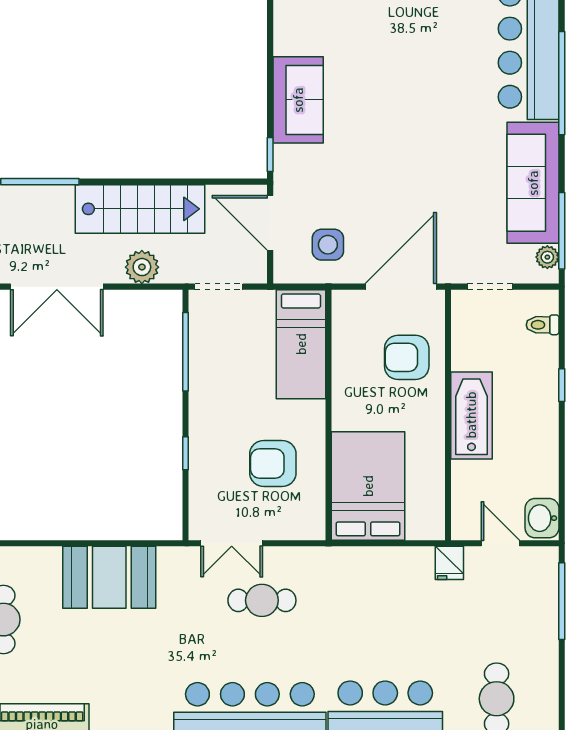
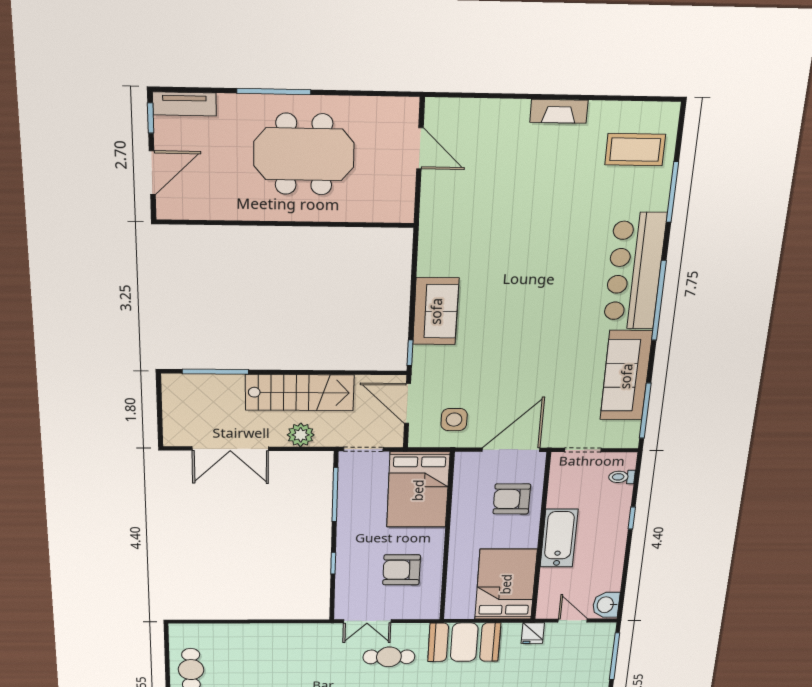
plant: (547, 257) -> (631, 429), removed
bed: (301, 344) -> (418, 490), width x1.50
bed: (368, 486) -> (506, 584), moved
booth: (109, 577) -> (464, 642), moved

